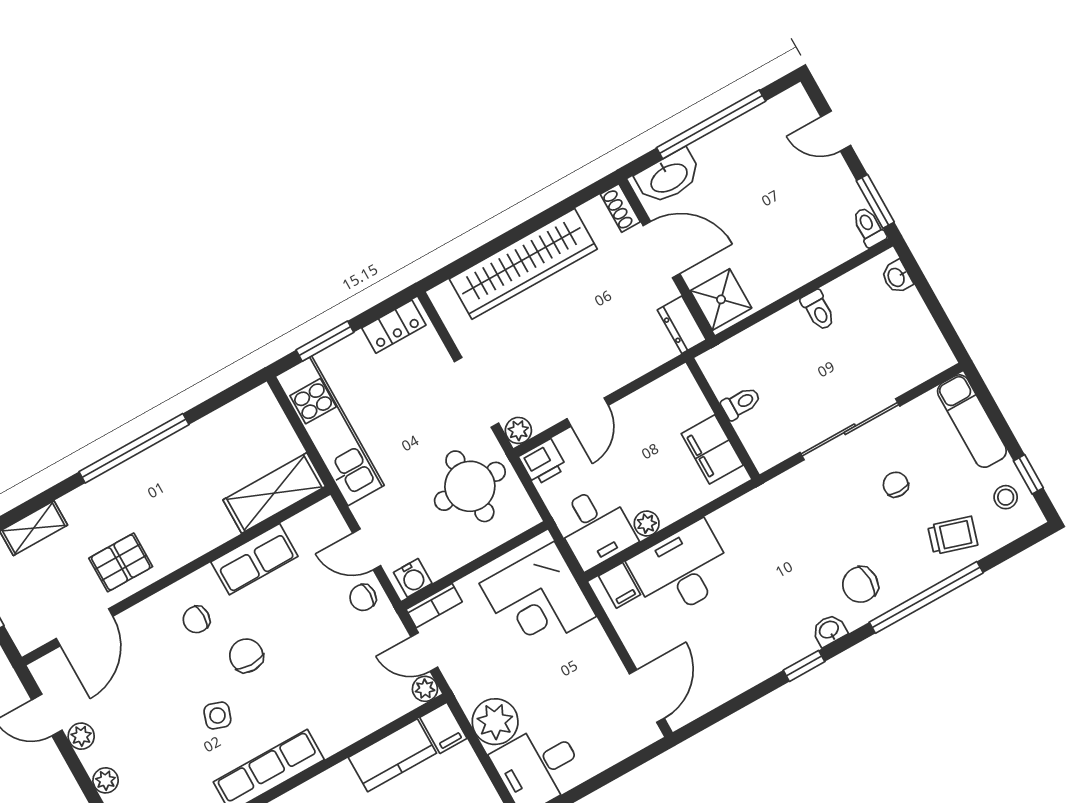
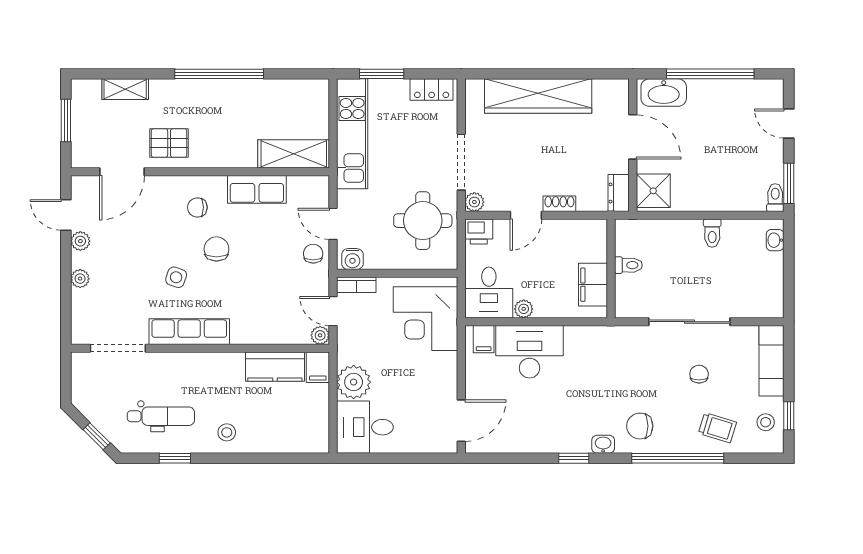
shoe rack: (620, 208) -> (559, 204), moved, turned 90
chair: (363, 598) -> (313, 254), turned 90

